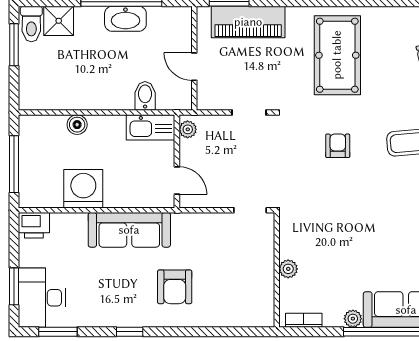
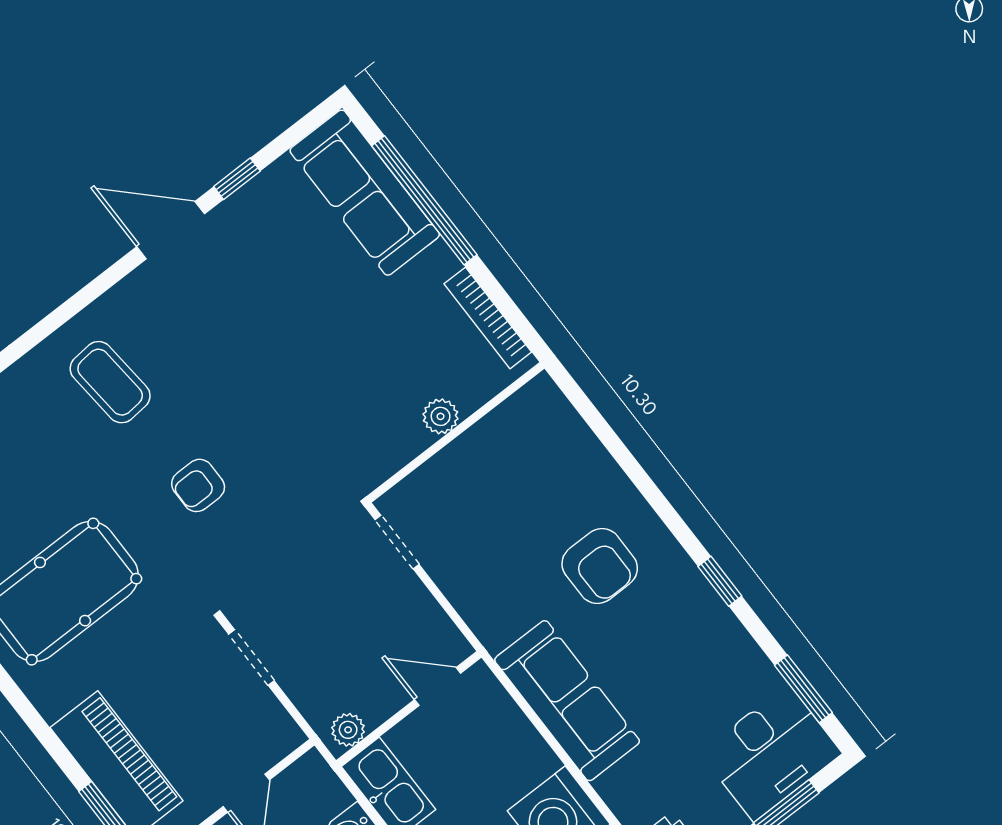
door: (177, 181) -> (438, 687), hinge flipped
armchair: (175, 287) -> (600, 566), turned 90
plant: (353, 319) -> (440, 261), removed
bookcase: (304, 320) -> (488, 318), width x1.56

